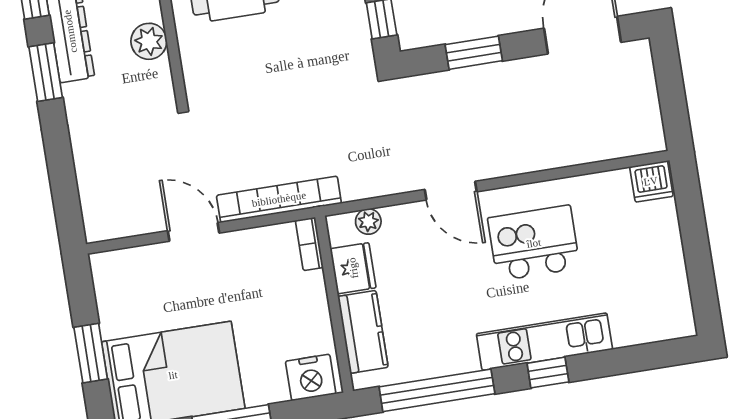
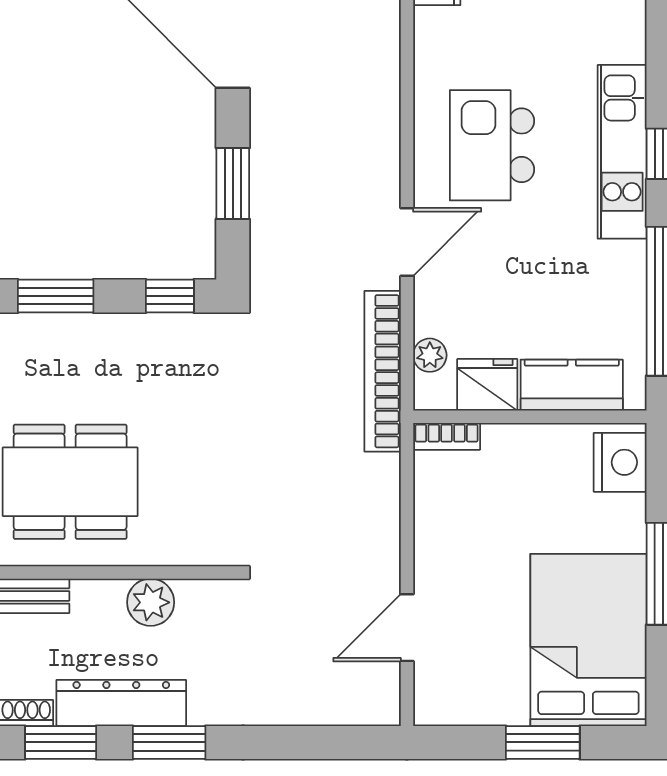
bookcase: (279, 199) -> (383, 371), moved
door: (194, 232) -> (407, 628), moved

